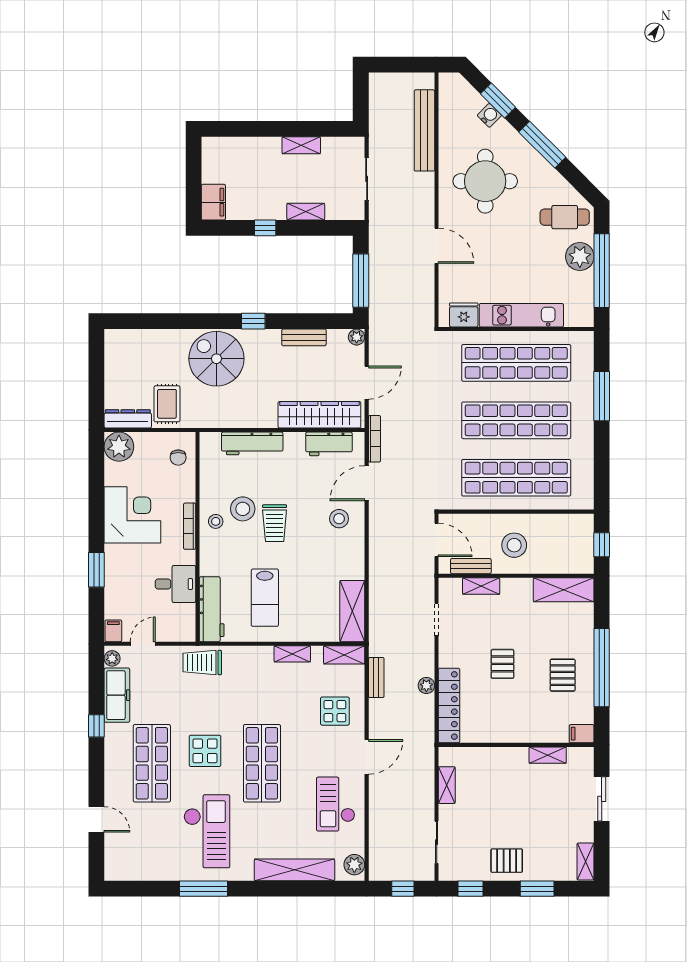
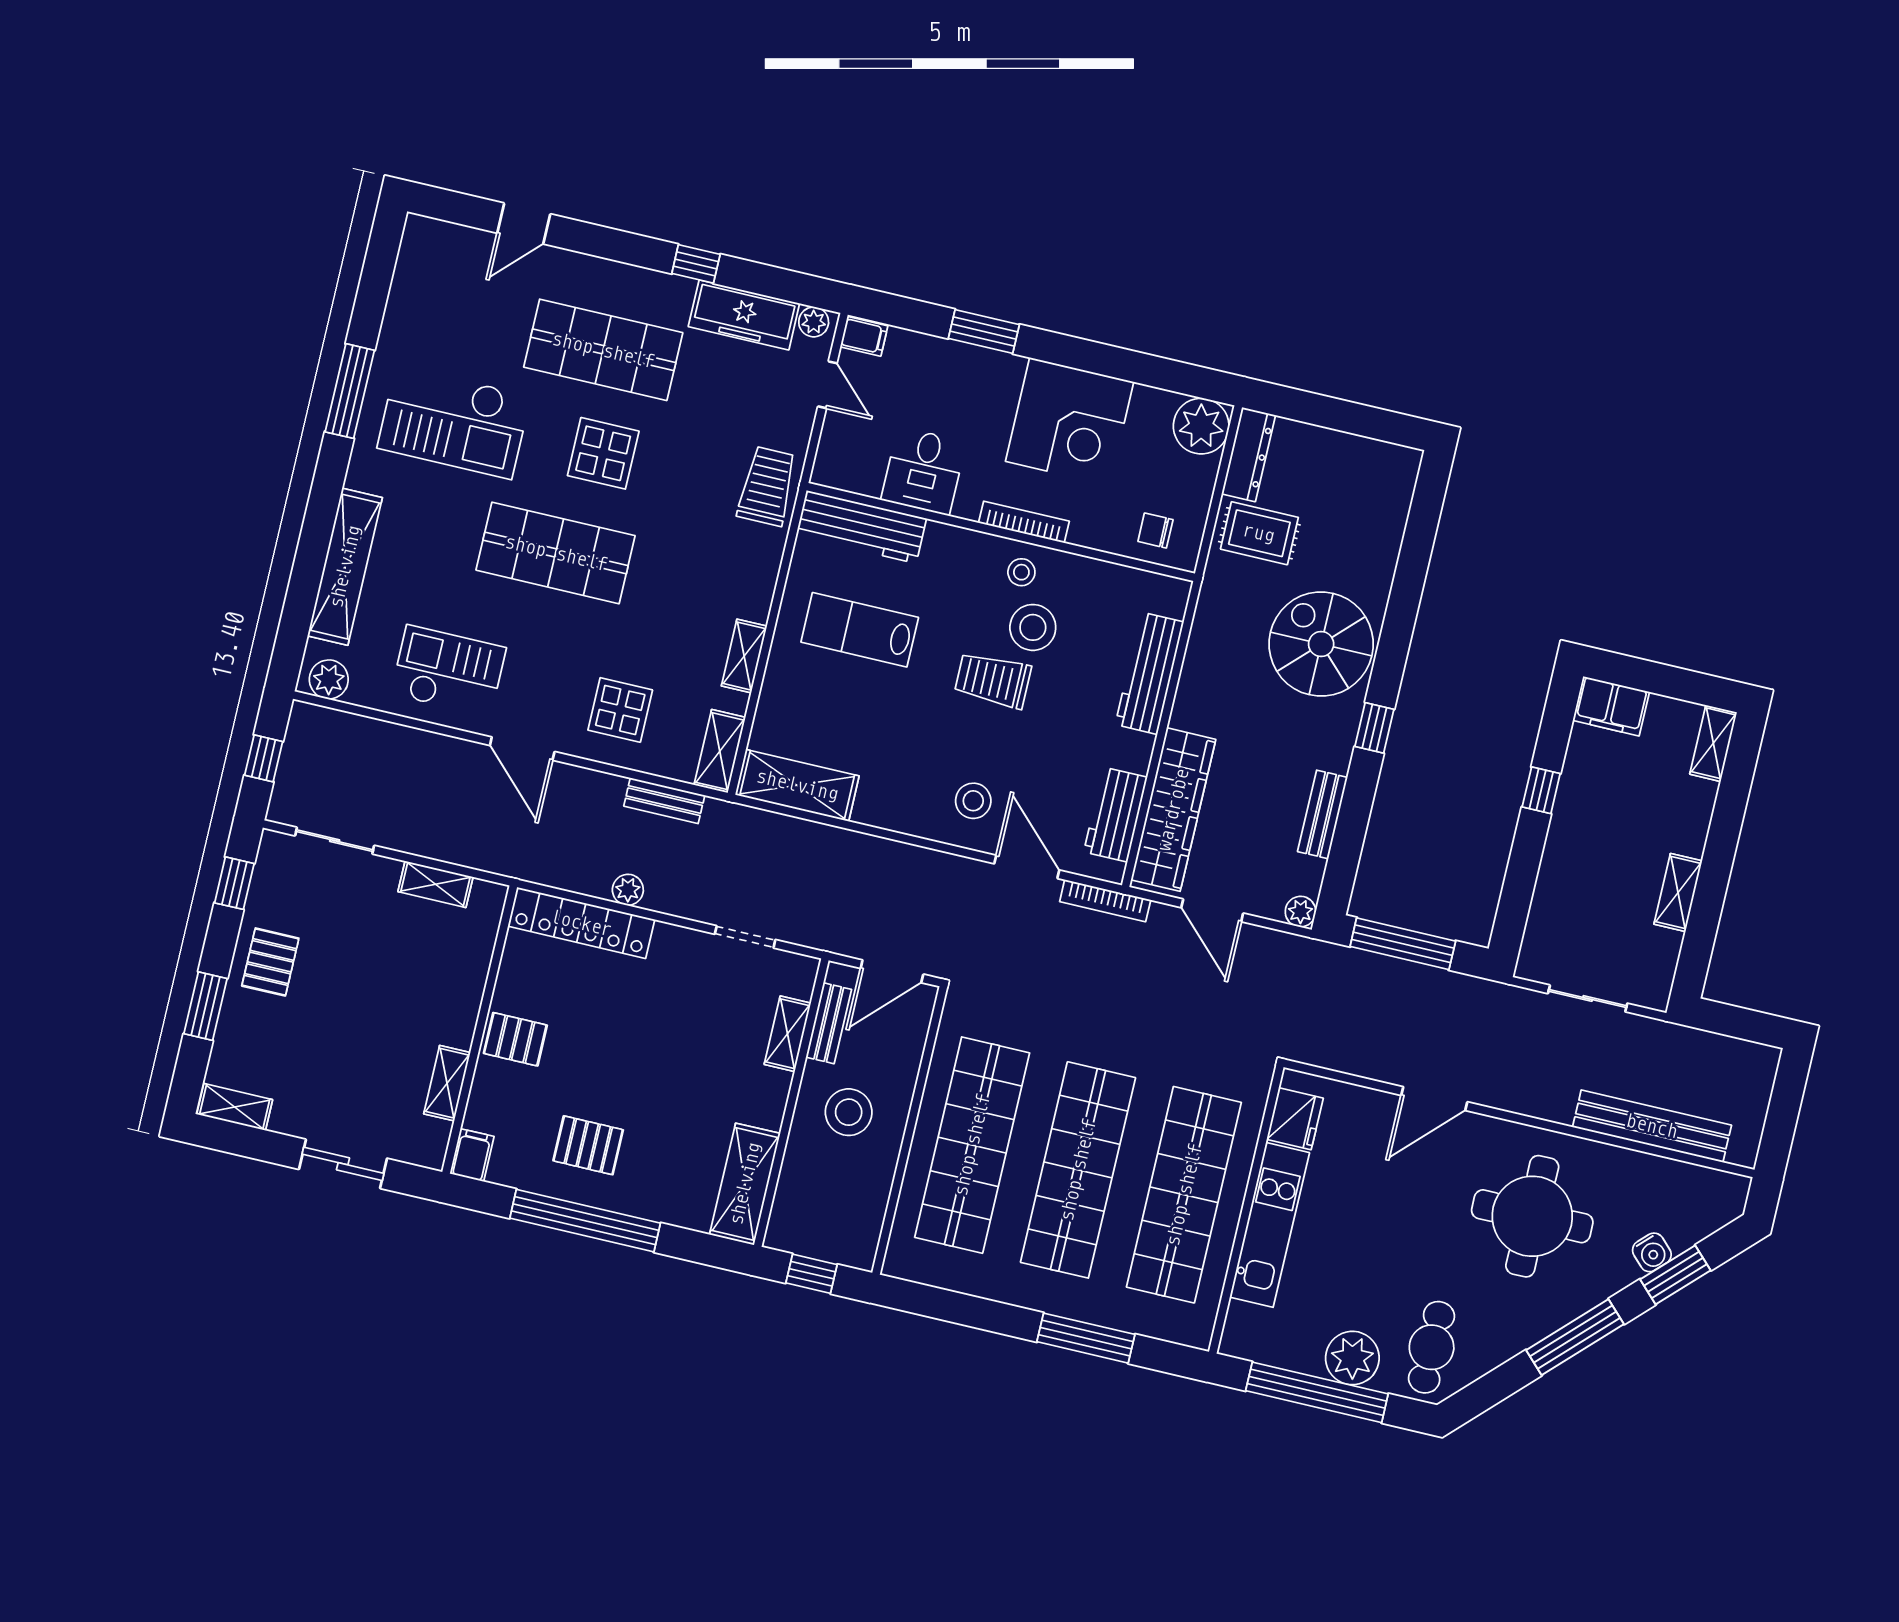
shelving: (306, 212) -> (1713, 743), moved
spiral stairs: (216, 359) -> (1321, 644), turned -90
pallet: (502, 664) -> (515, 1039), moved

